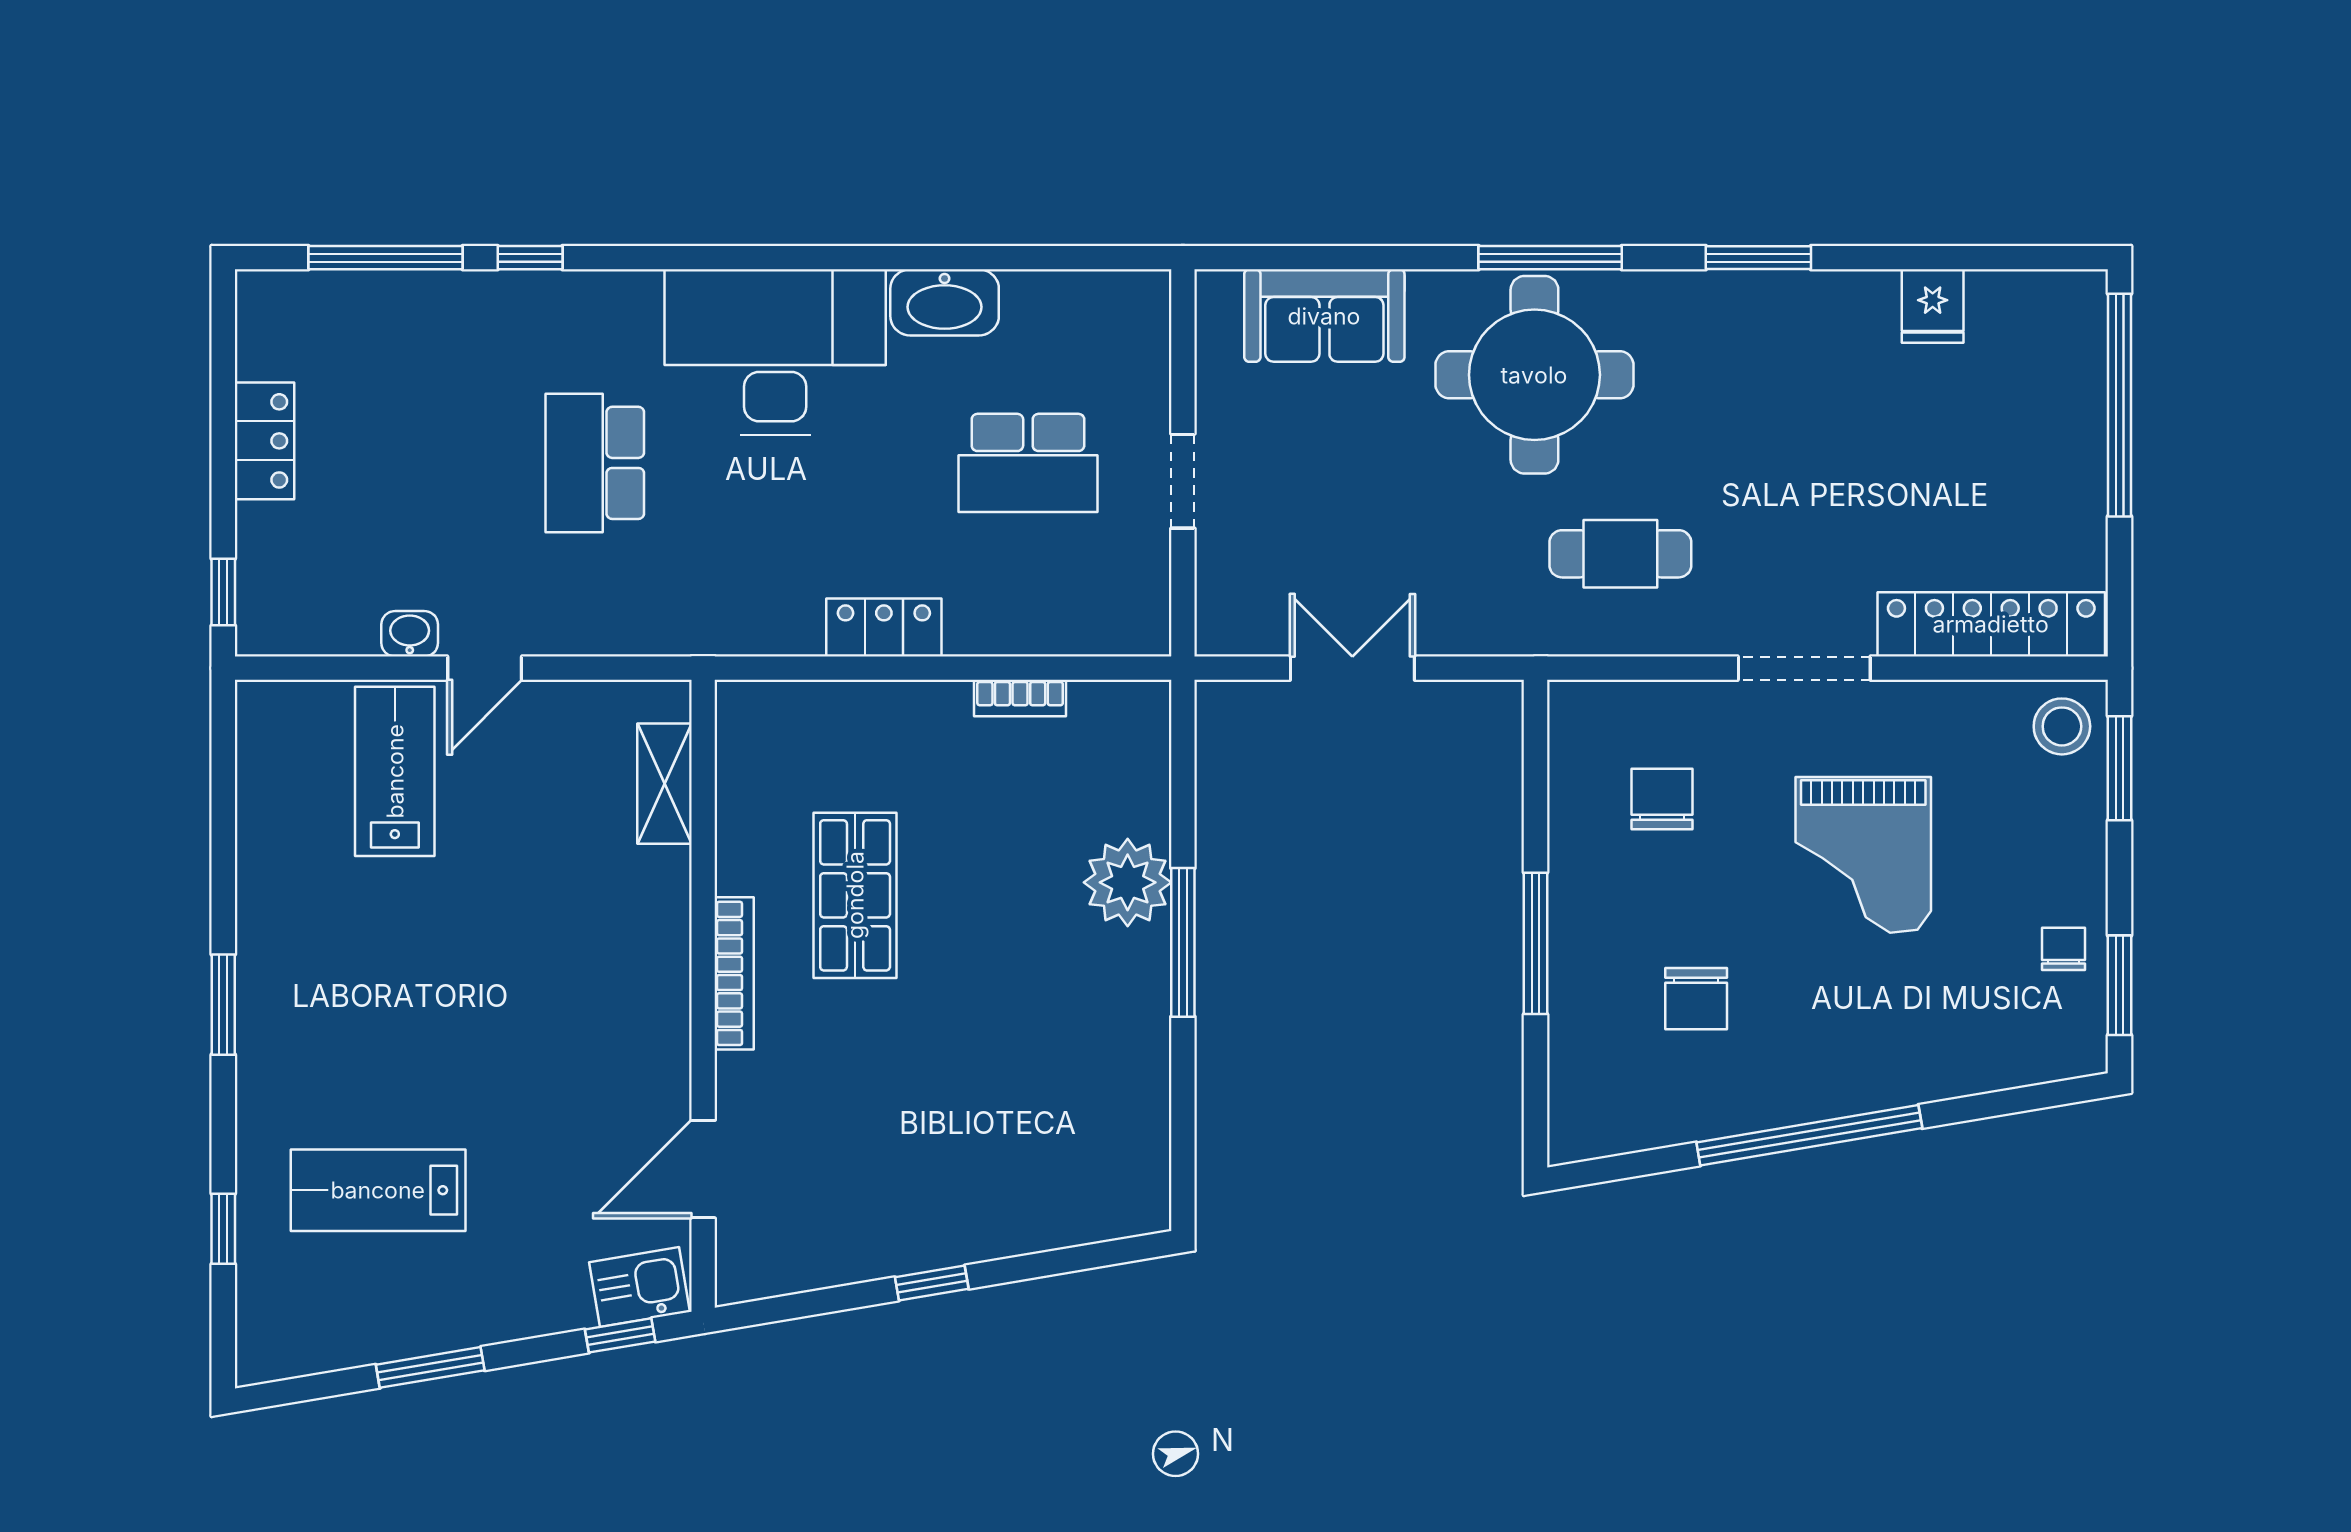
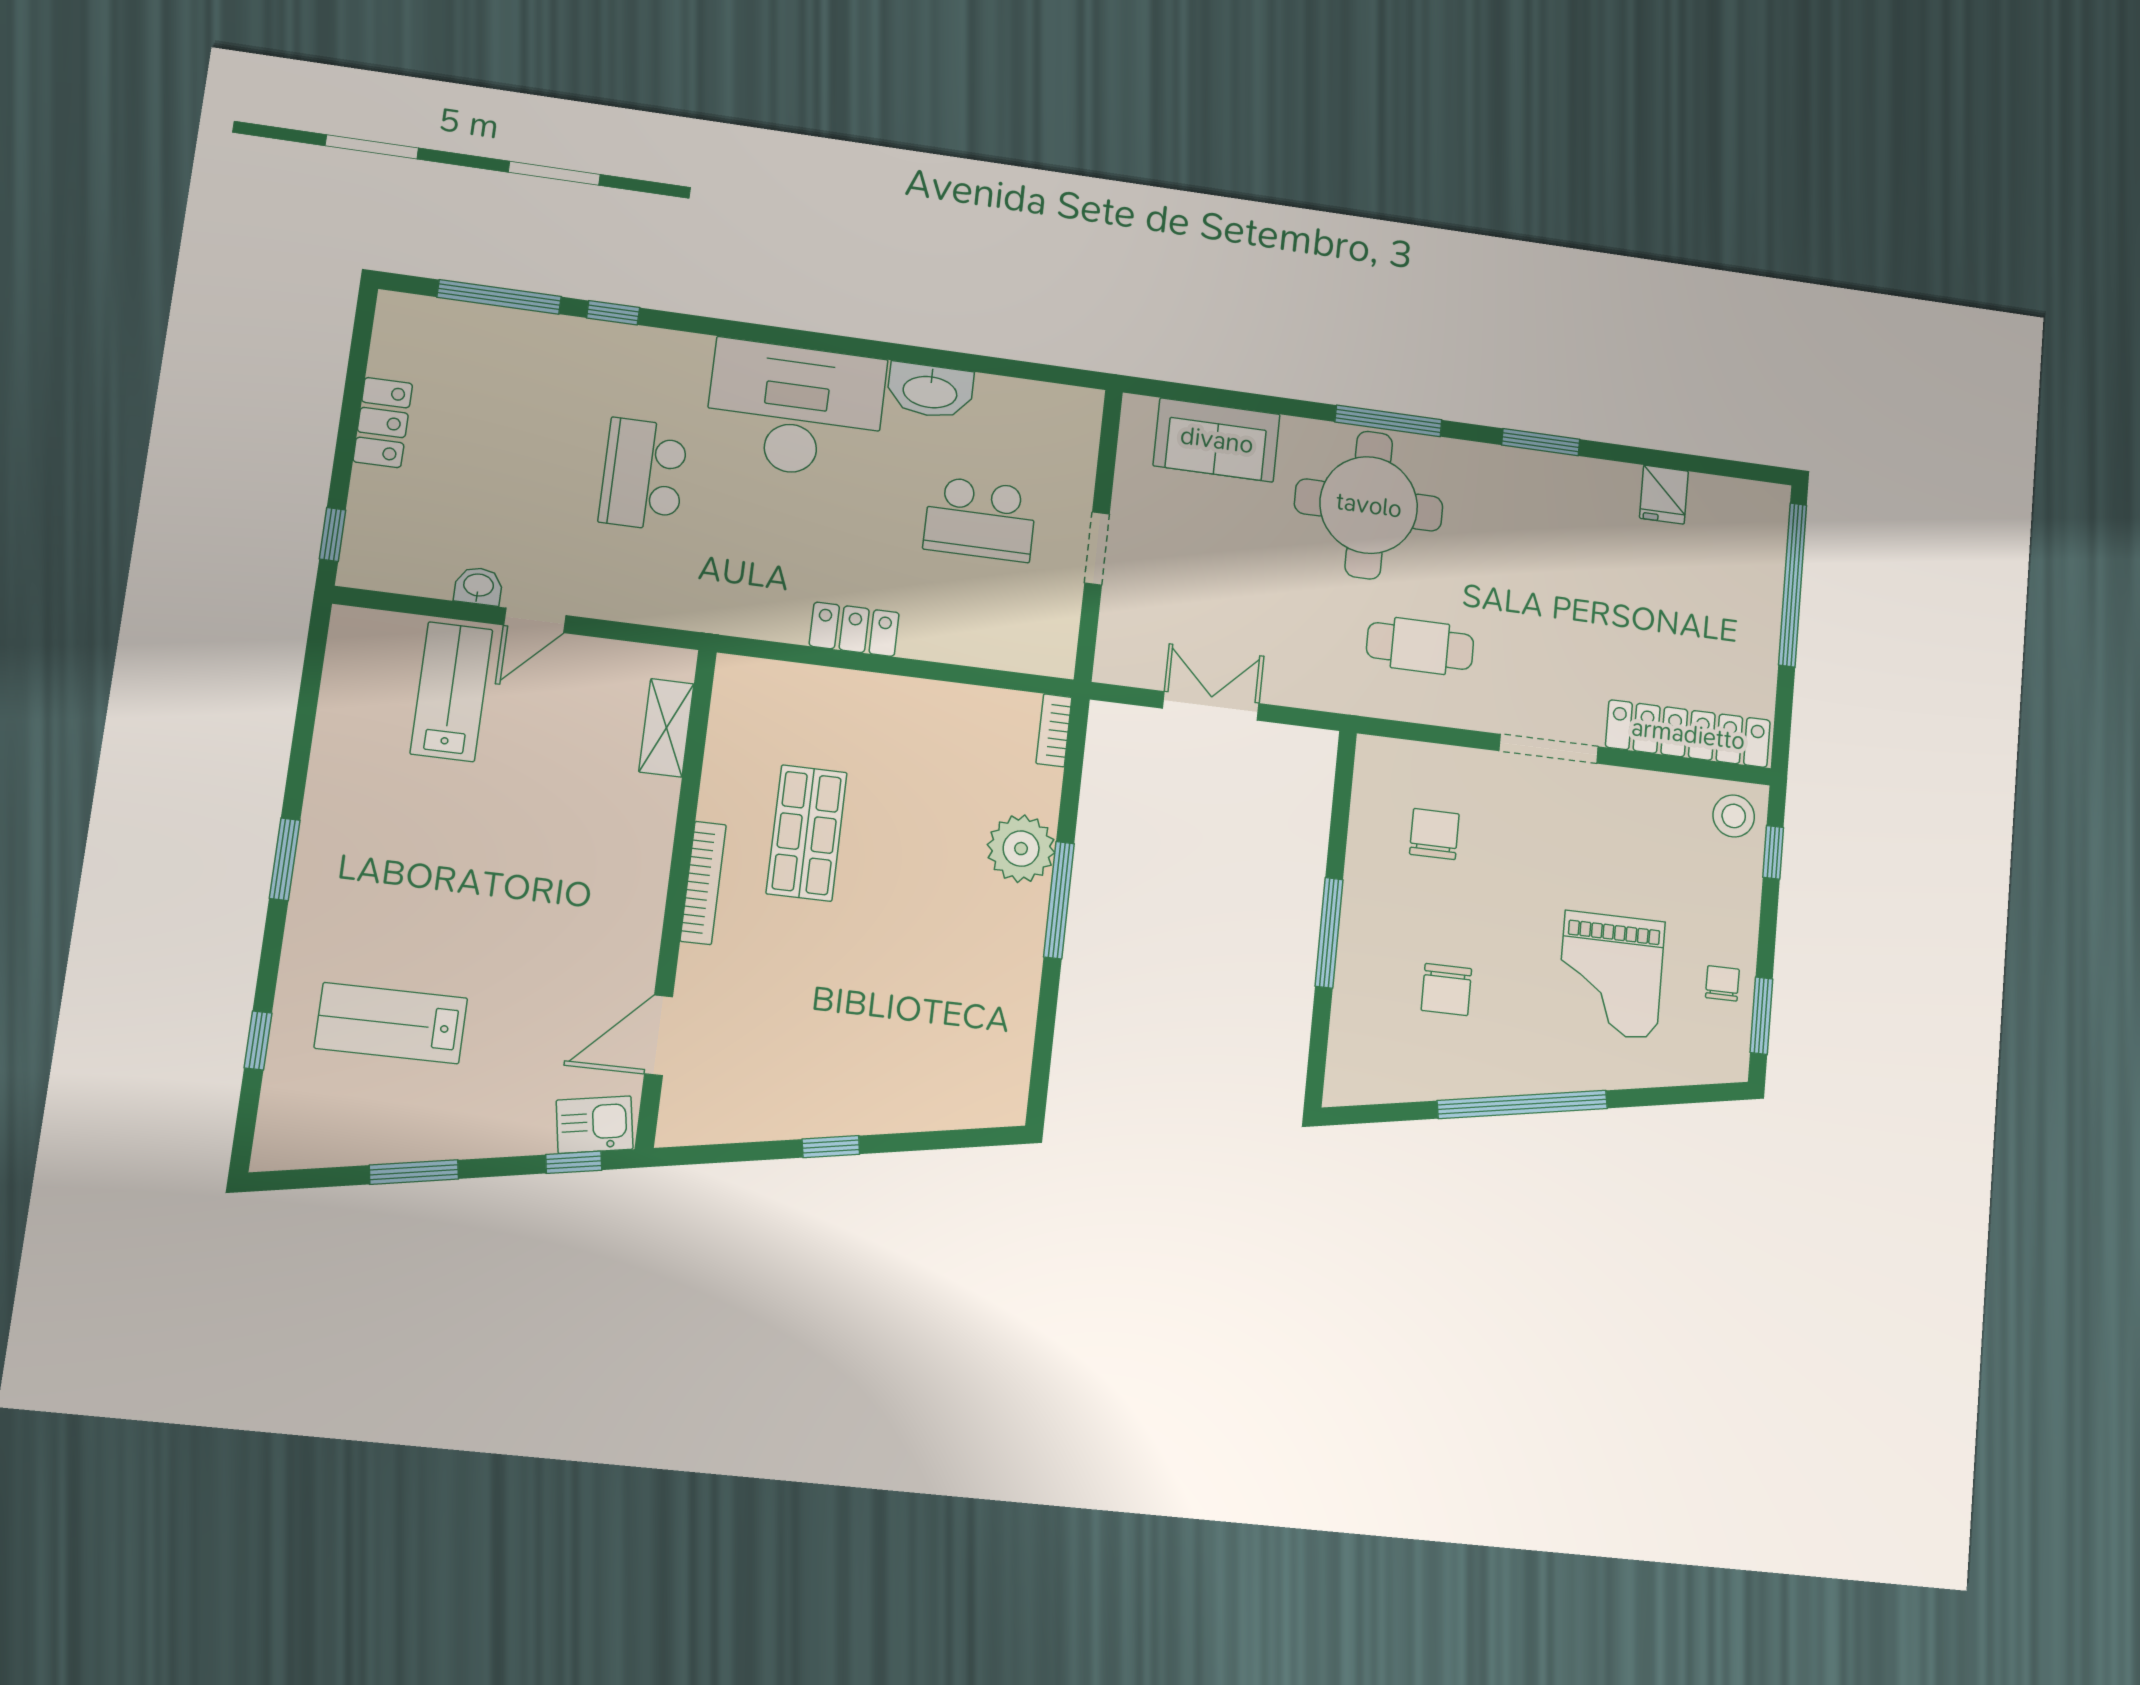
bookcase: (1020, 698) -> (1054, 730), moved, turned 90
window: (2119, 768) -> (1773, 852), width x0.67
grand piano: (1863, 855) -> (1611, 975), moved

